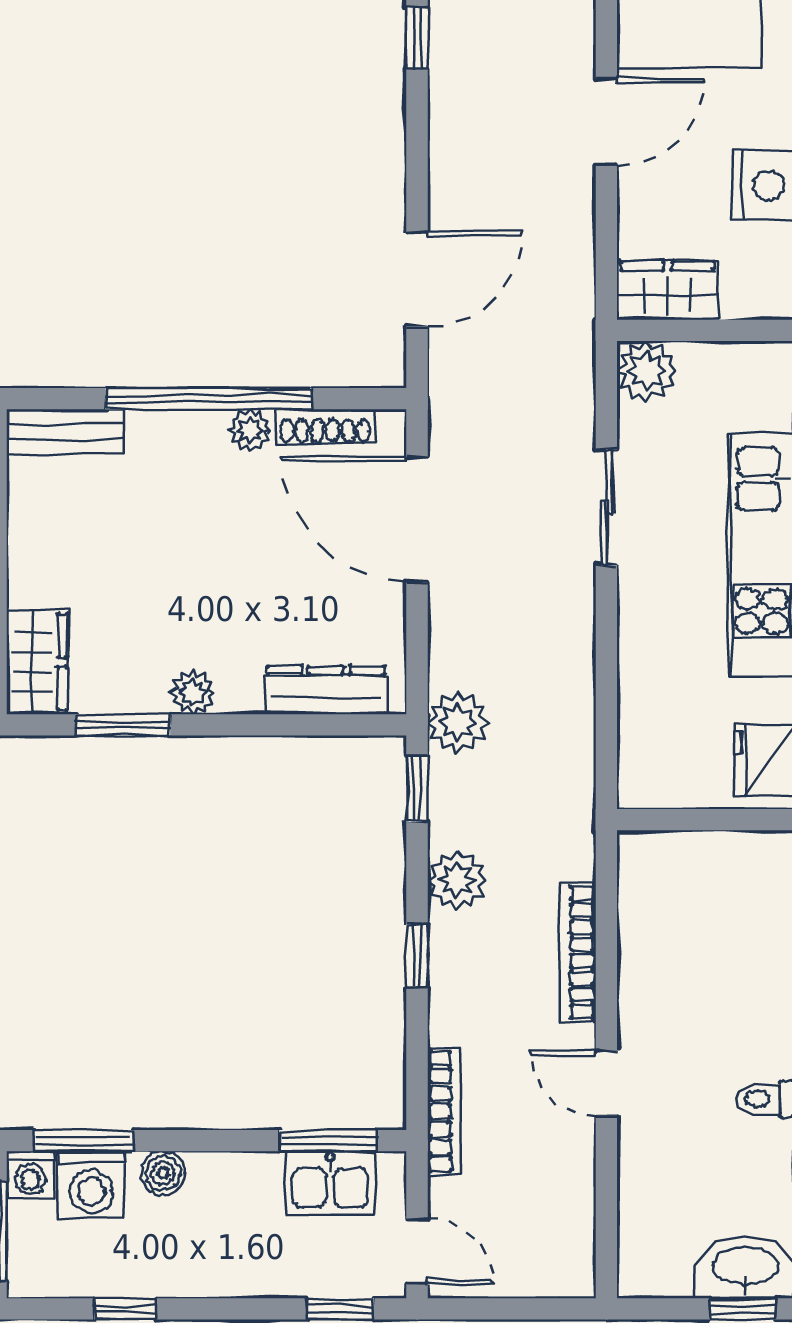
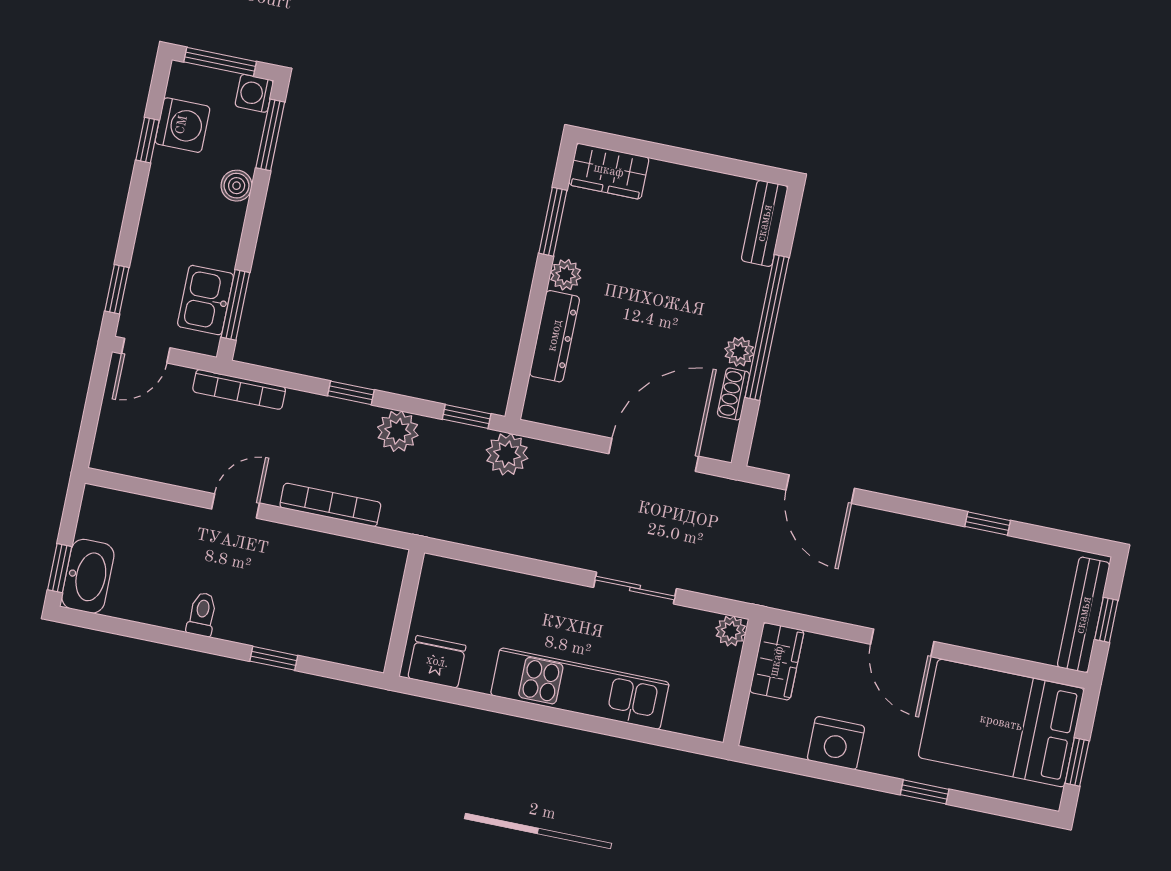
plant: (647, 371) -> (731, 631), width x0.73, depth x0.73
shoe rack: (325, 426) -> (733, 394), width x0.70
dresser: (326, 690) -> (555, 336), moved
washing machine: (91, 1185) -> (182, 125), moved, turned 180

